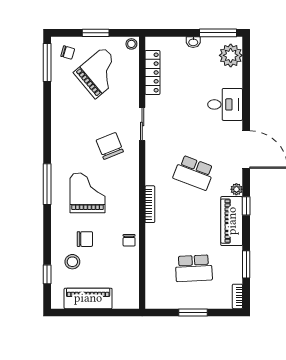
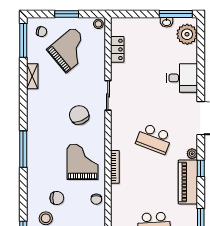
washbasin: (193, 42) -> (167, 22), moved
locker: (152, 72) -> (117, 49), width x0.66
shelving: (57, 102) -> (32, 76), added
grand piano: (88, 193) -> (82, 162), moved

